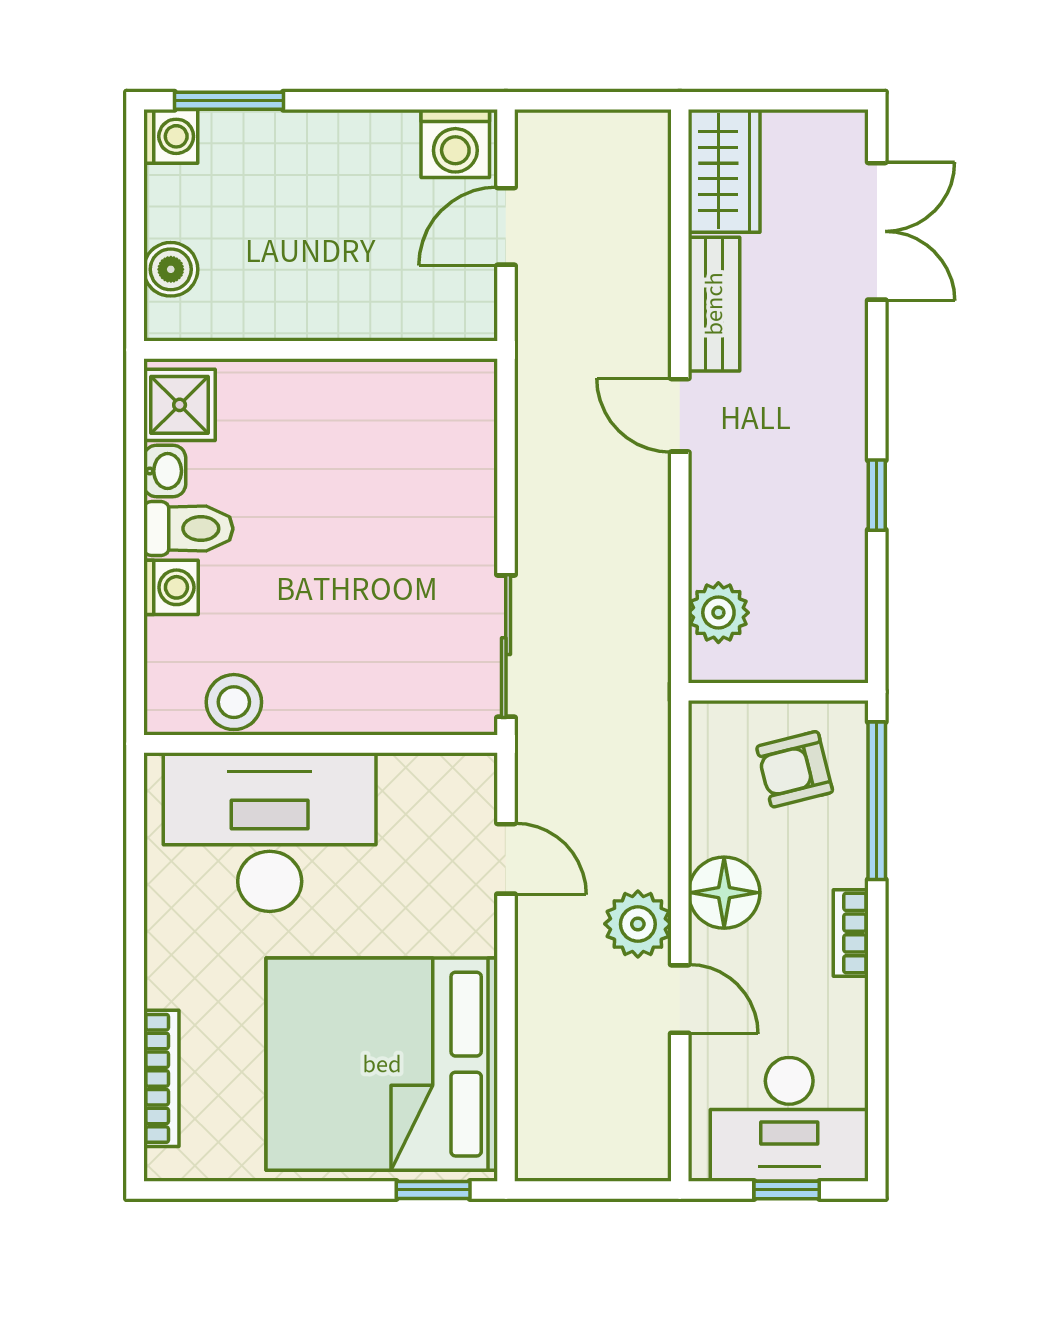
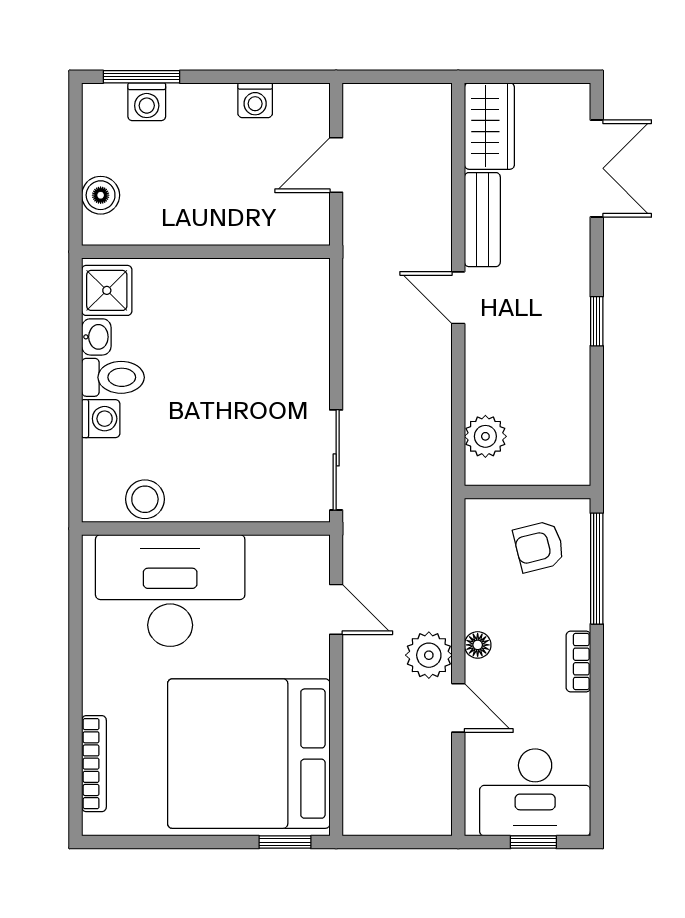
washing machine: (171, 136) -> (147, 102), moved, turned 90
washing machine: (455, 143) -> (255, 100), moved, width x0.73, depth x0.73
window: (877, 495) -> (597, 321), moved
floor lamp: (724, 893) -> (478, 645), width x0.53, depth x0.53

